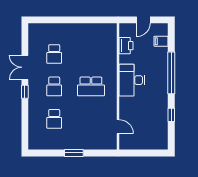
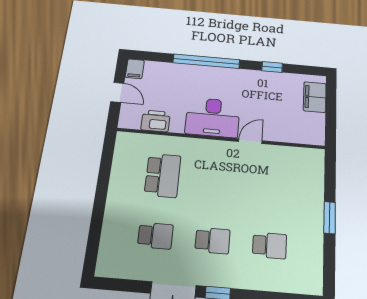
filing cabinet: (161, 41) -> (135, 69), moved
school desk: (91, 86) -> (163, 175), moved
door: (118, 127) -> (250, 141), moved
filing cabinet: (152, 143) -> (315, 97), added

